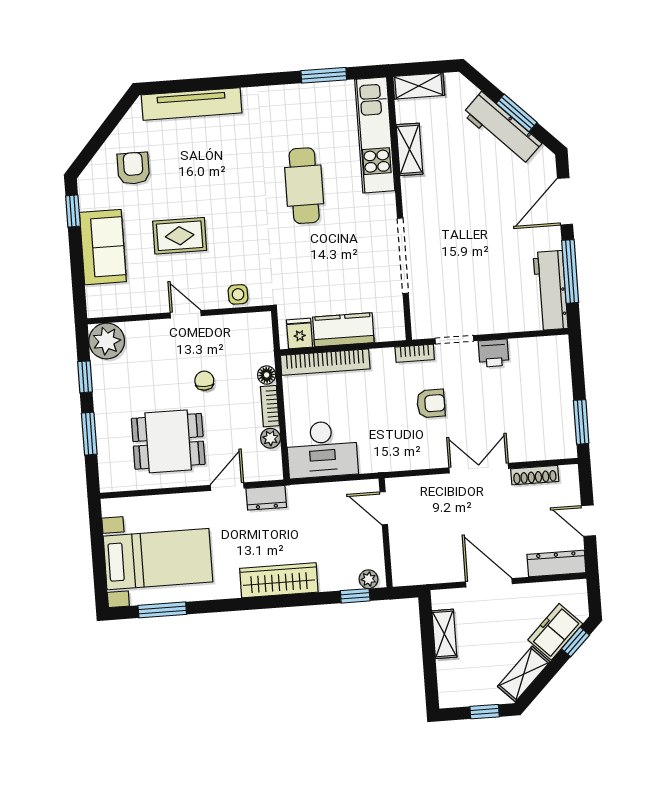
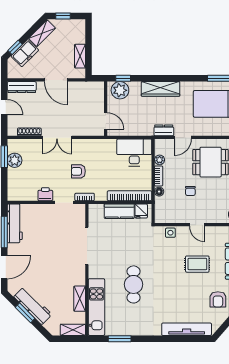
plant: (560, 416) -> (15, 160), added
plant: (368, 579) -> (120, 90), width x1.88, depth x1.88

